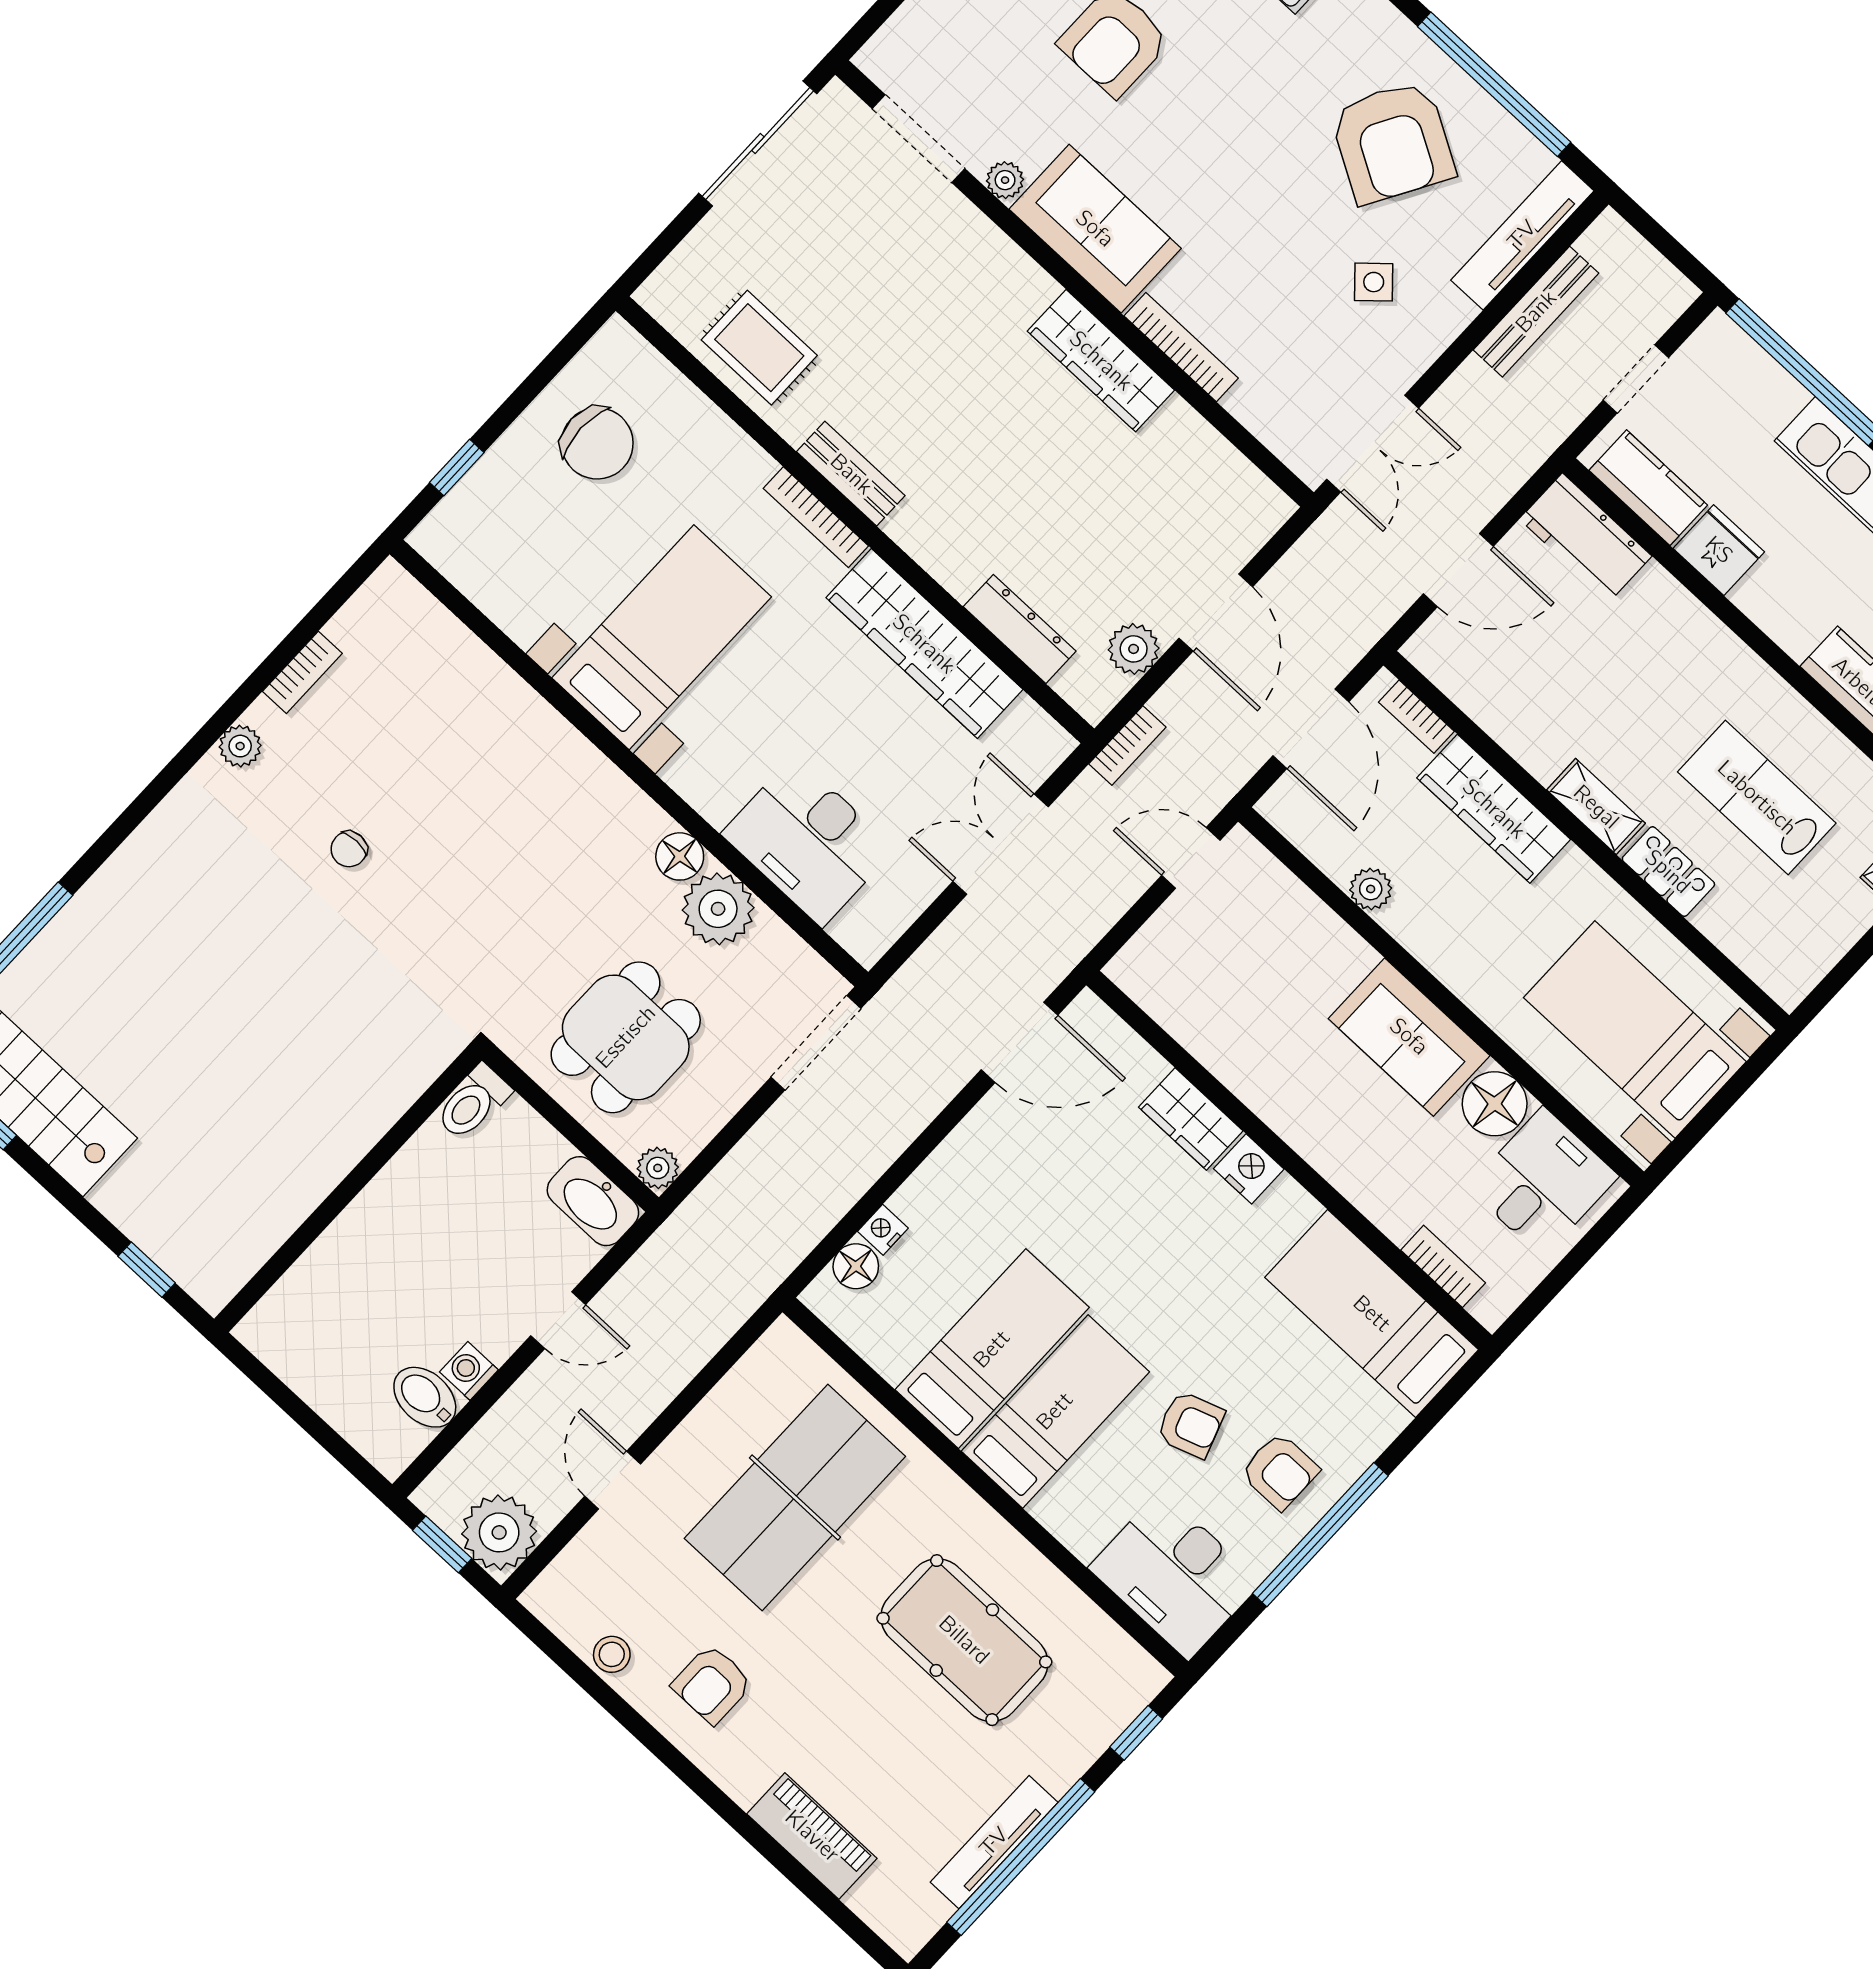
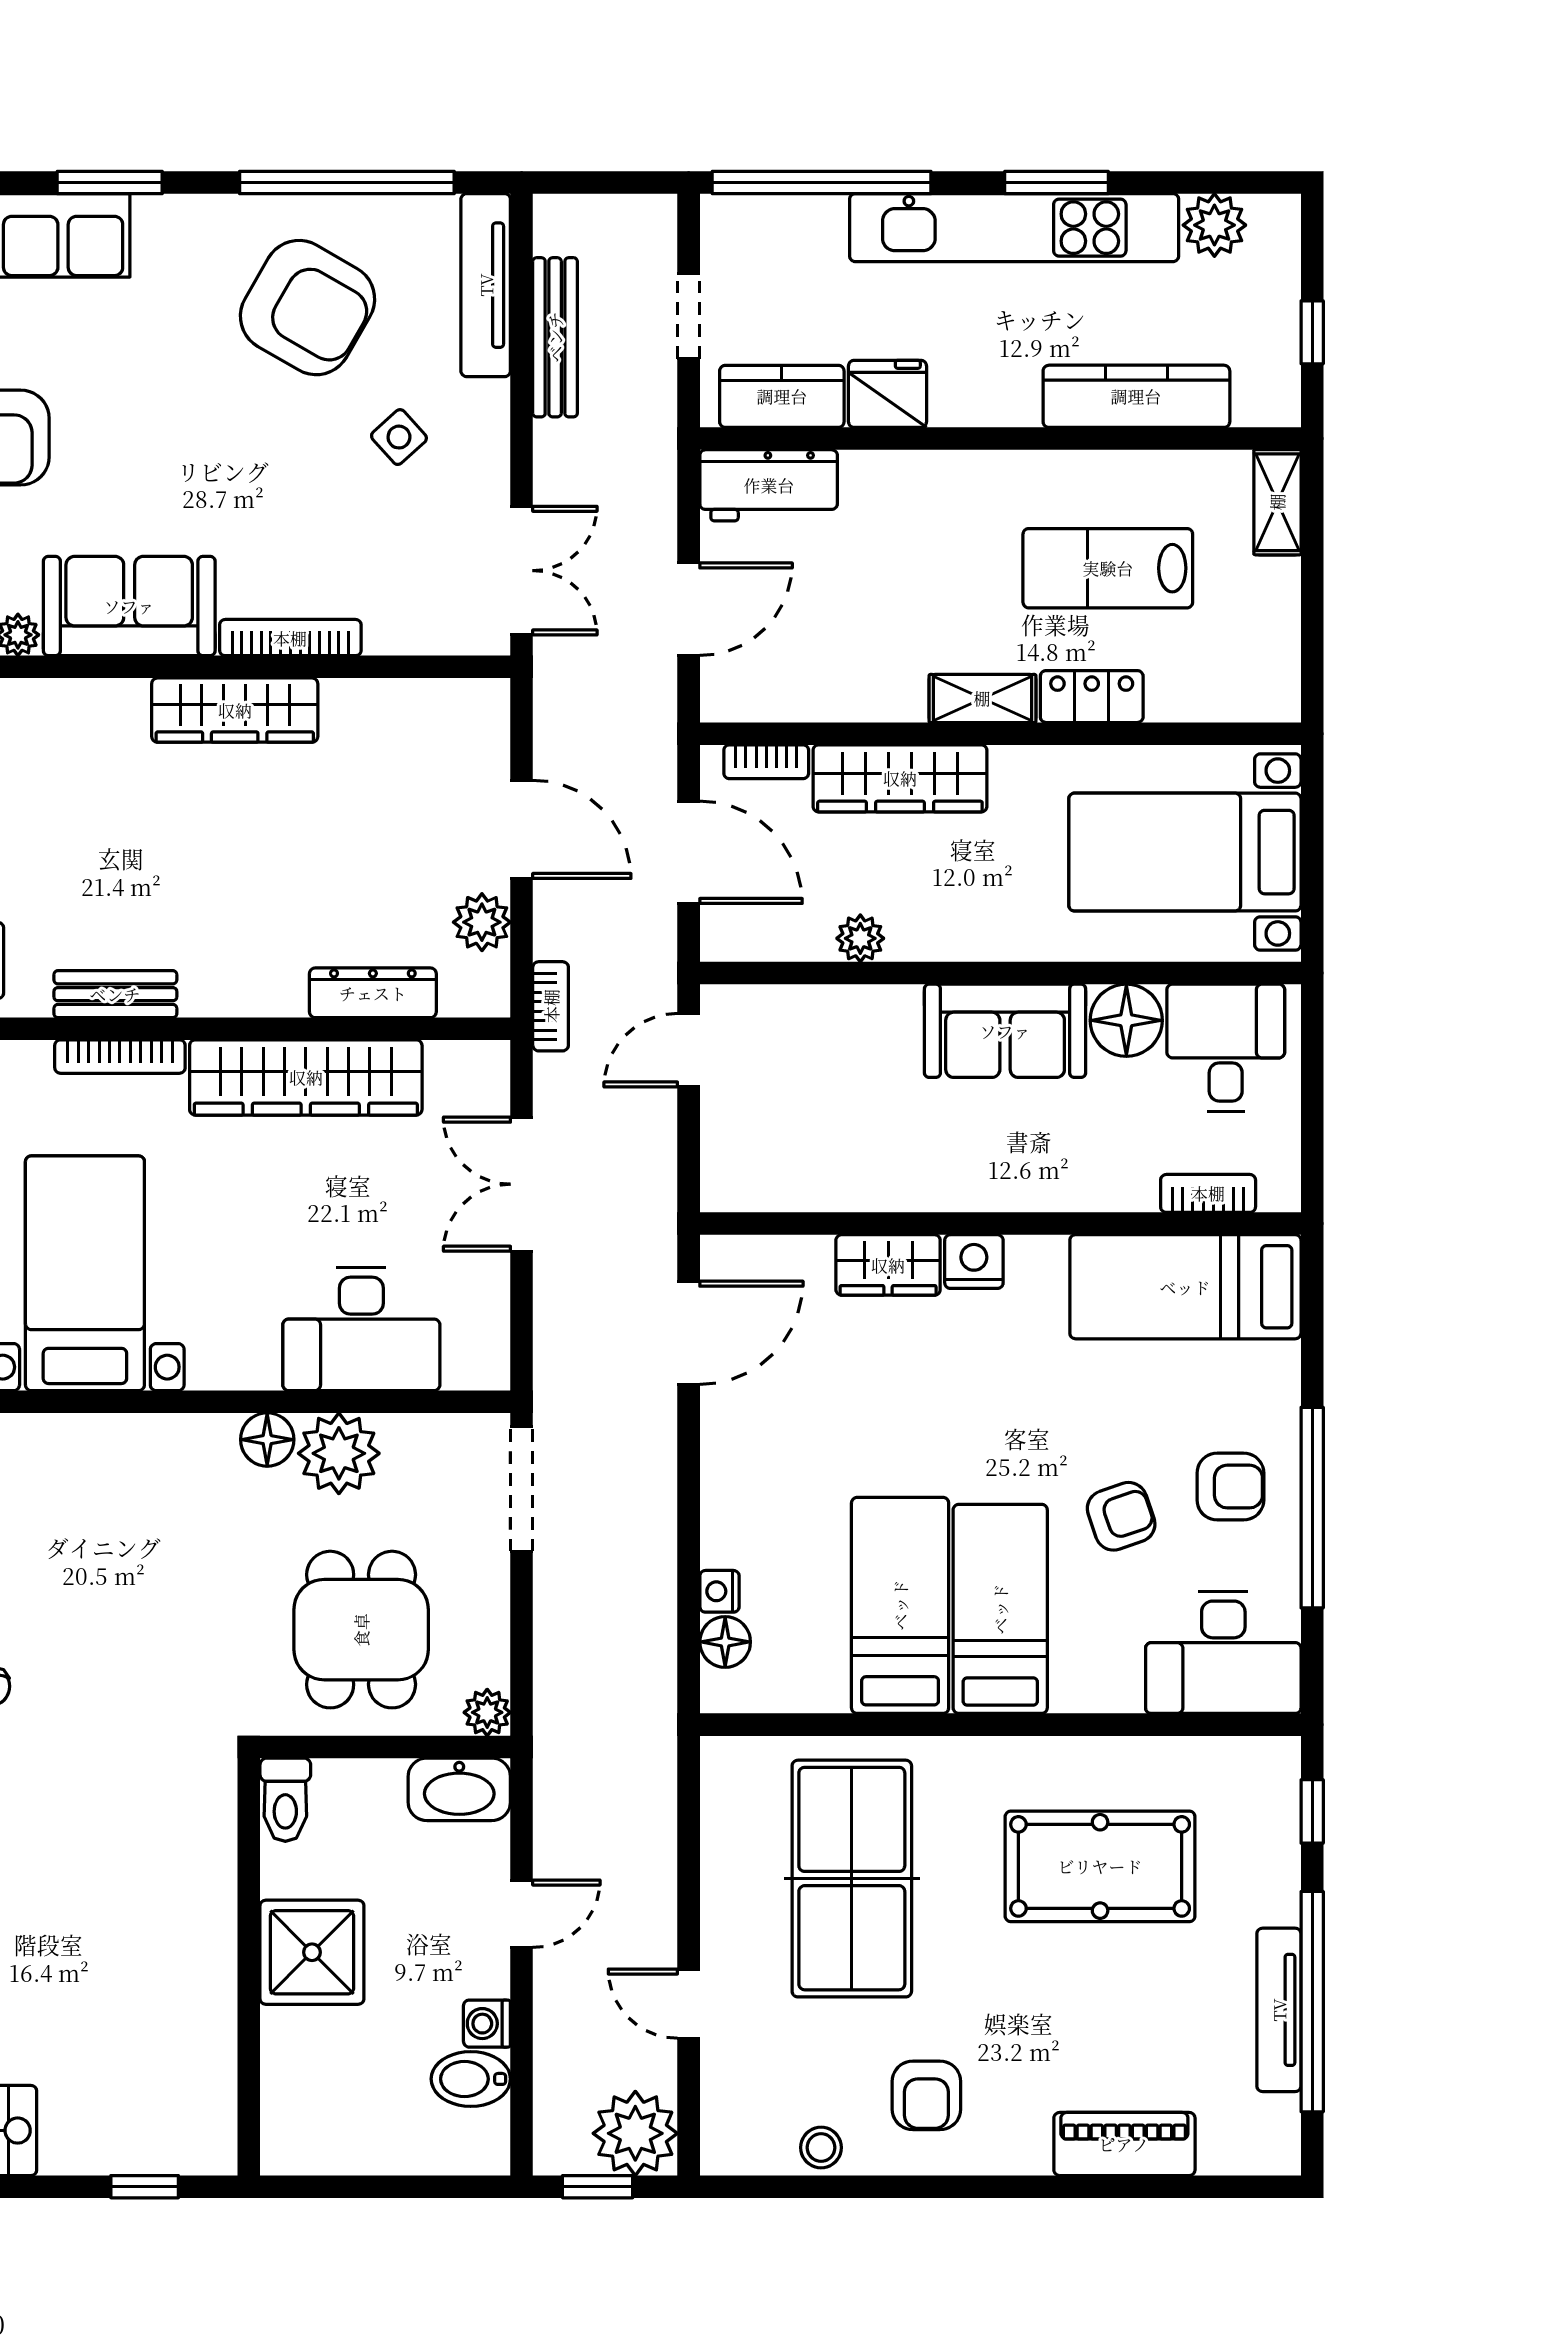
shower: (398, 1218) -> (312, 1952), added

